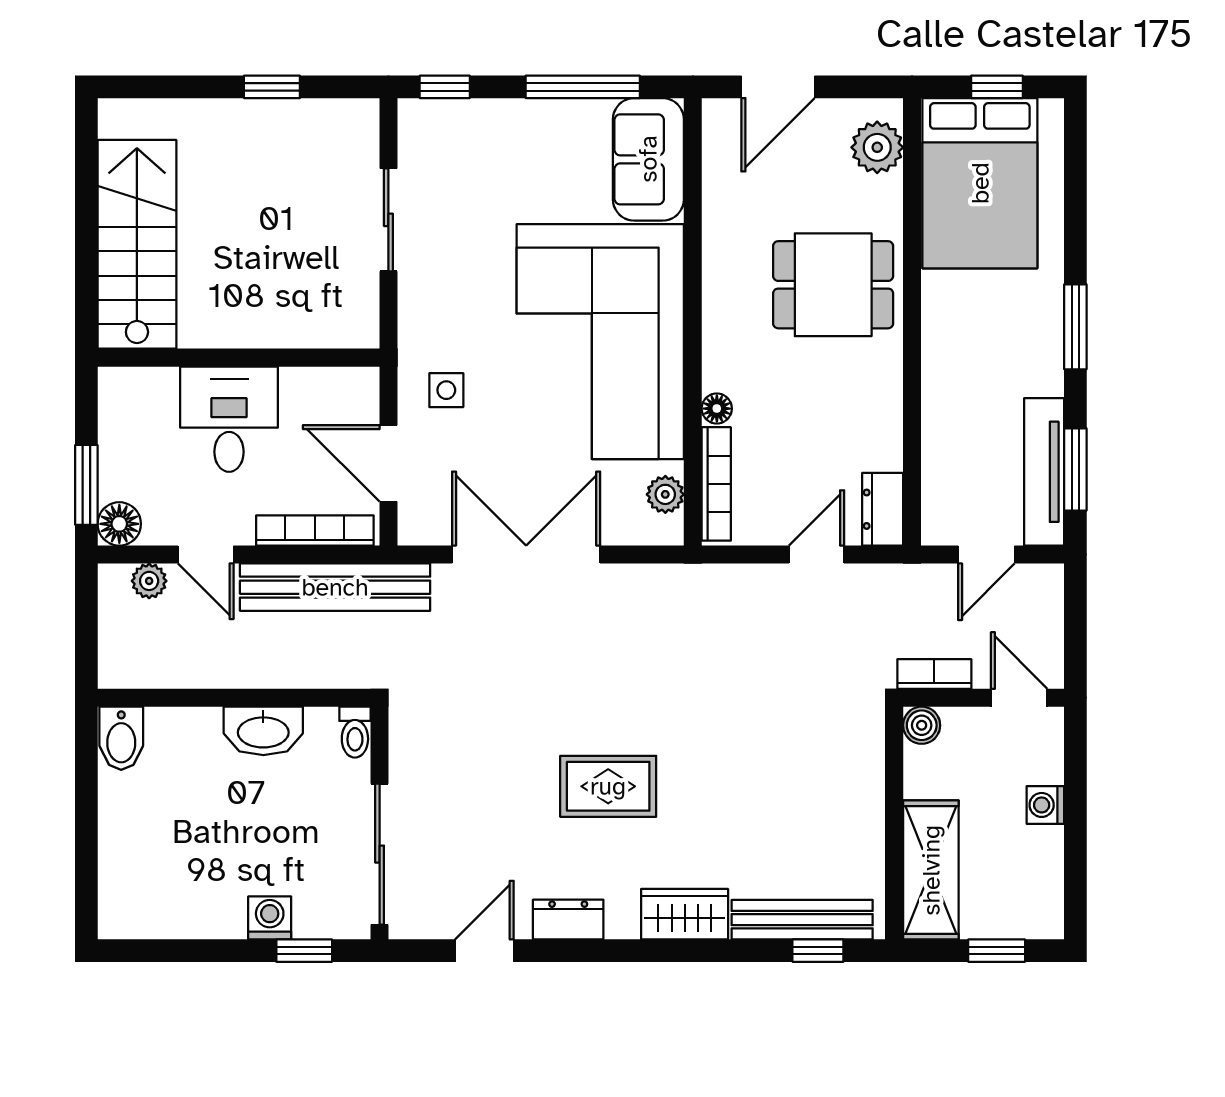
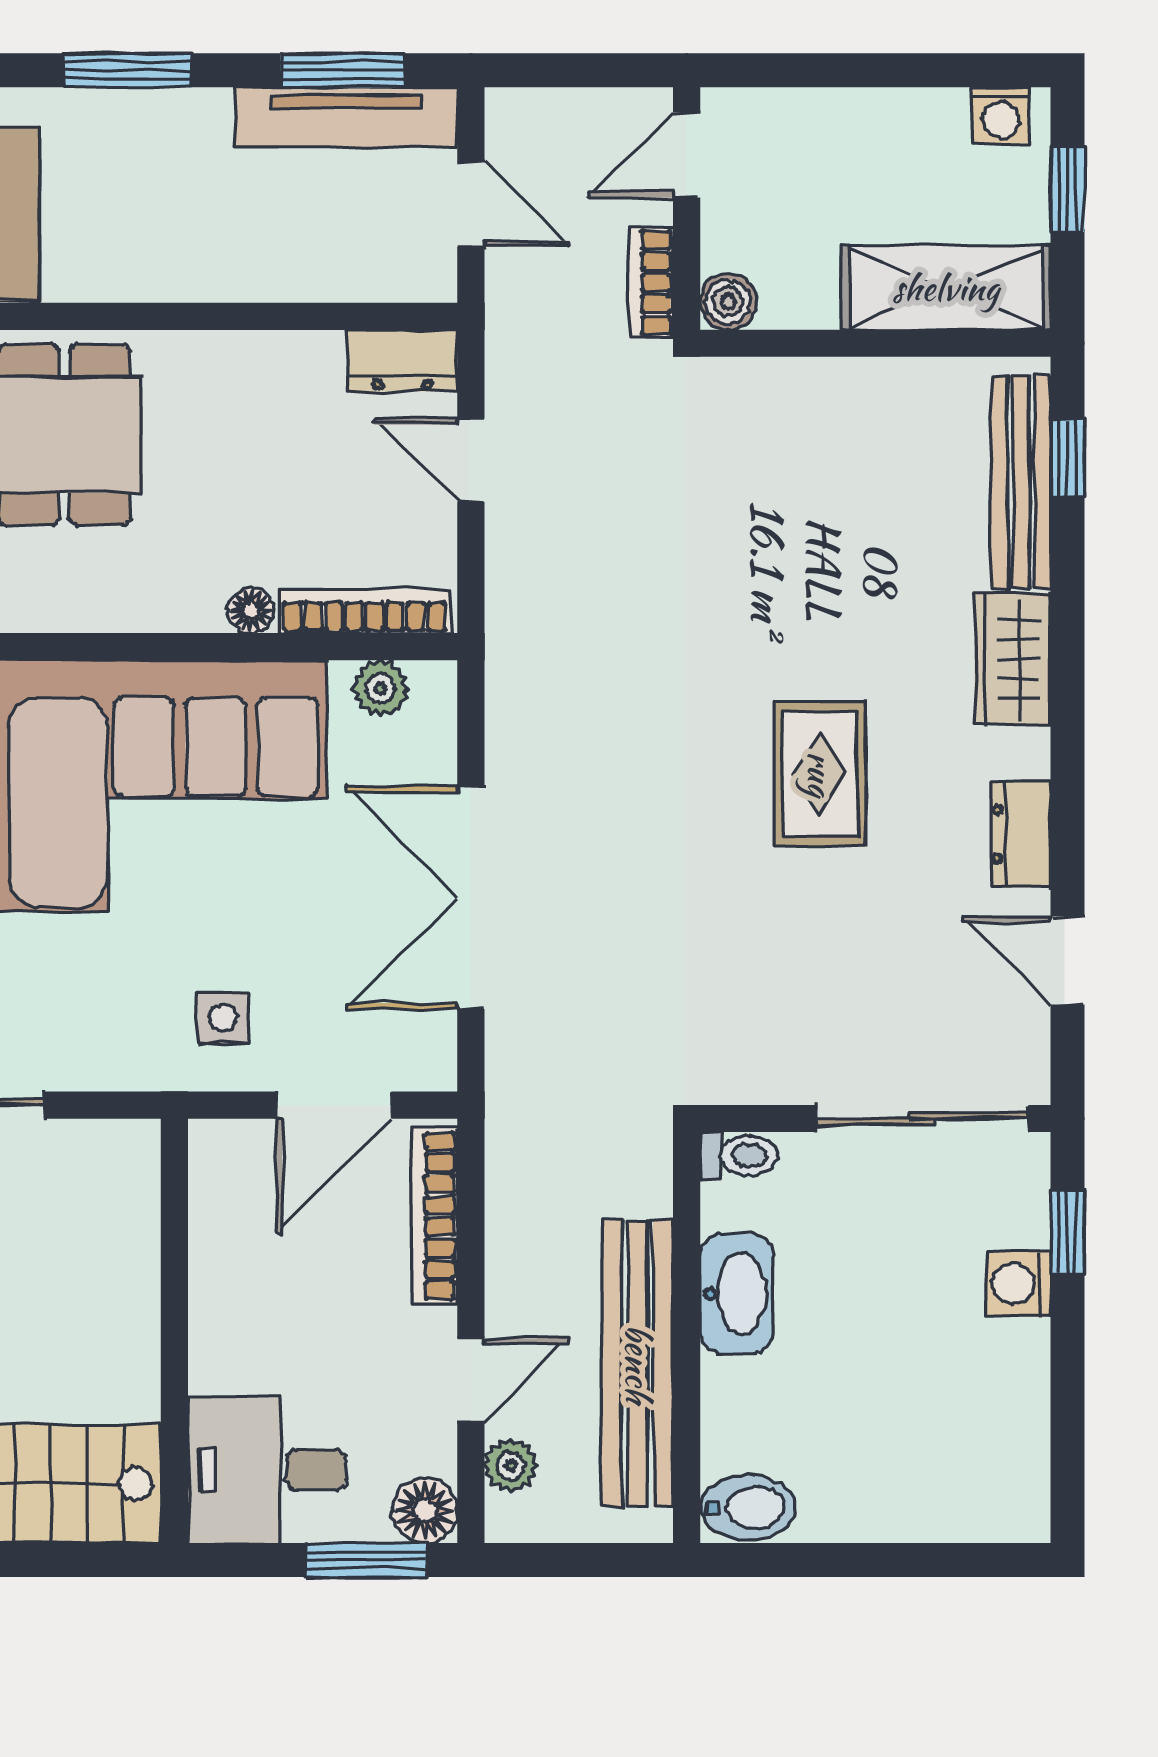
desk: (229, 419) -> (267, 1470), moved
bench: (335, 587) -> (638, 1364), moved
washing machine: (1045, 805) -> (1001, 115), moved

